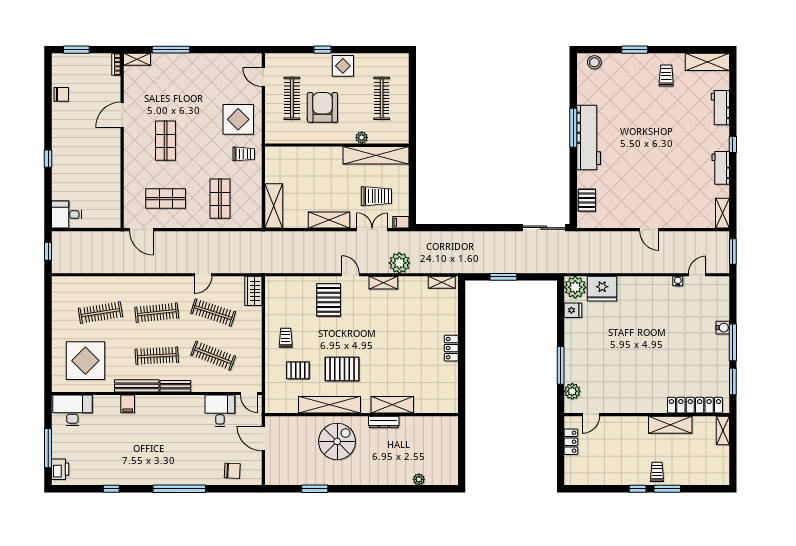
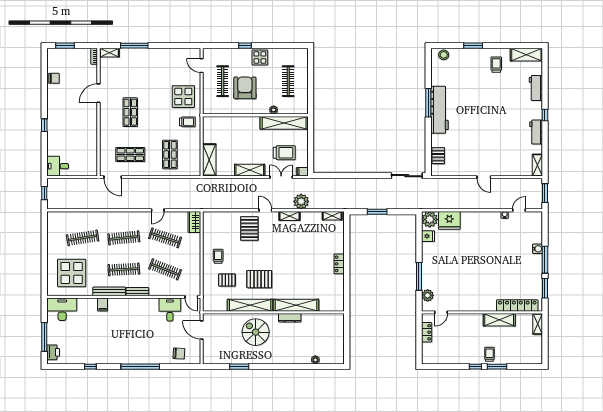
shelving: (392, 405) -> (296, 305), width x1.47
spiral stairs: (337, 441) -> (256, 332), turned -90

